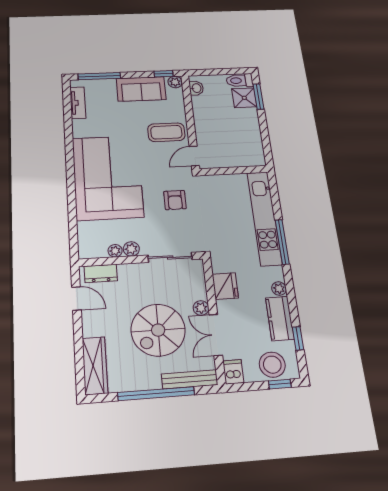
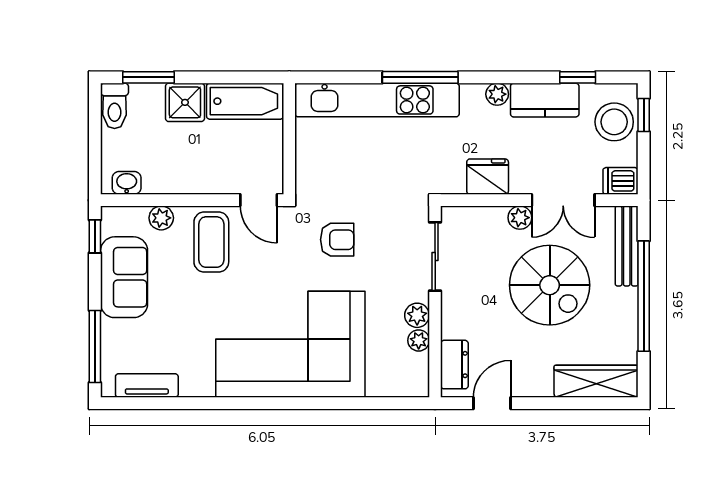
plant: (175, 82) -> (161, 218), moved
shower: (244, 98) -> (185, 102), moved
bathtub: (252, 146) -> (245, 101), added

